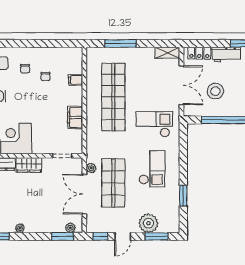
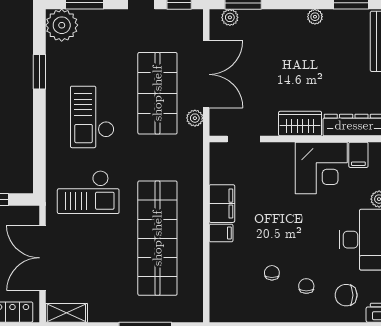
filing cabinet: (76, 80) -> (221, 233), moved
plant: (148, 223) -> (62, 25), moved

